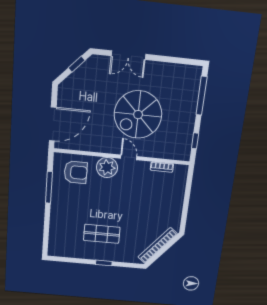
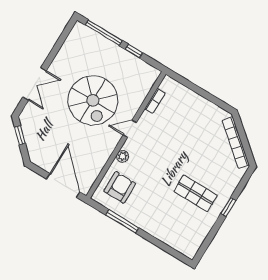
window: (195, 141) -> (134, 51), moved
plant: (107, 167) -> (123, 156), width x0.53, depth x0.53
shop shelf: (102, 234) -> (196, 193), turned 90

